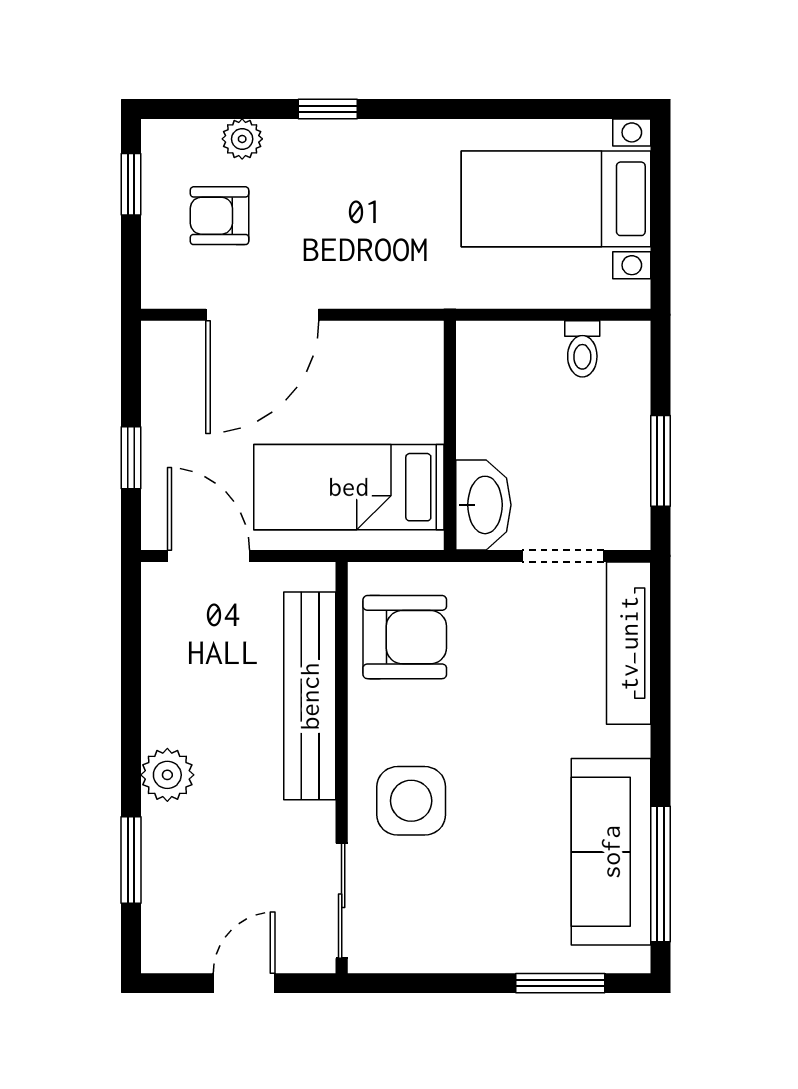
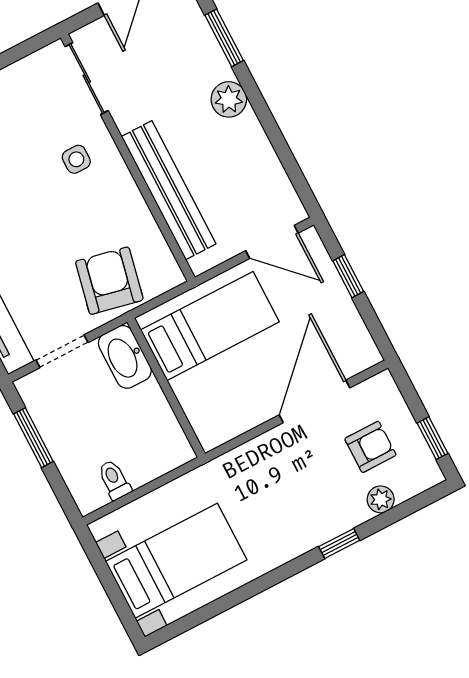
armchair: (405, 637) -> (109, 281), moved, turned 102
side table: (411, 801) -> (76, 159), width x0.54, depth x0.54

